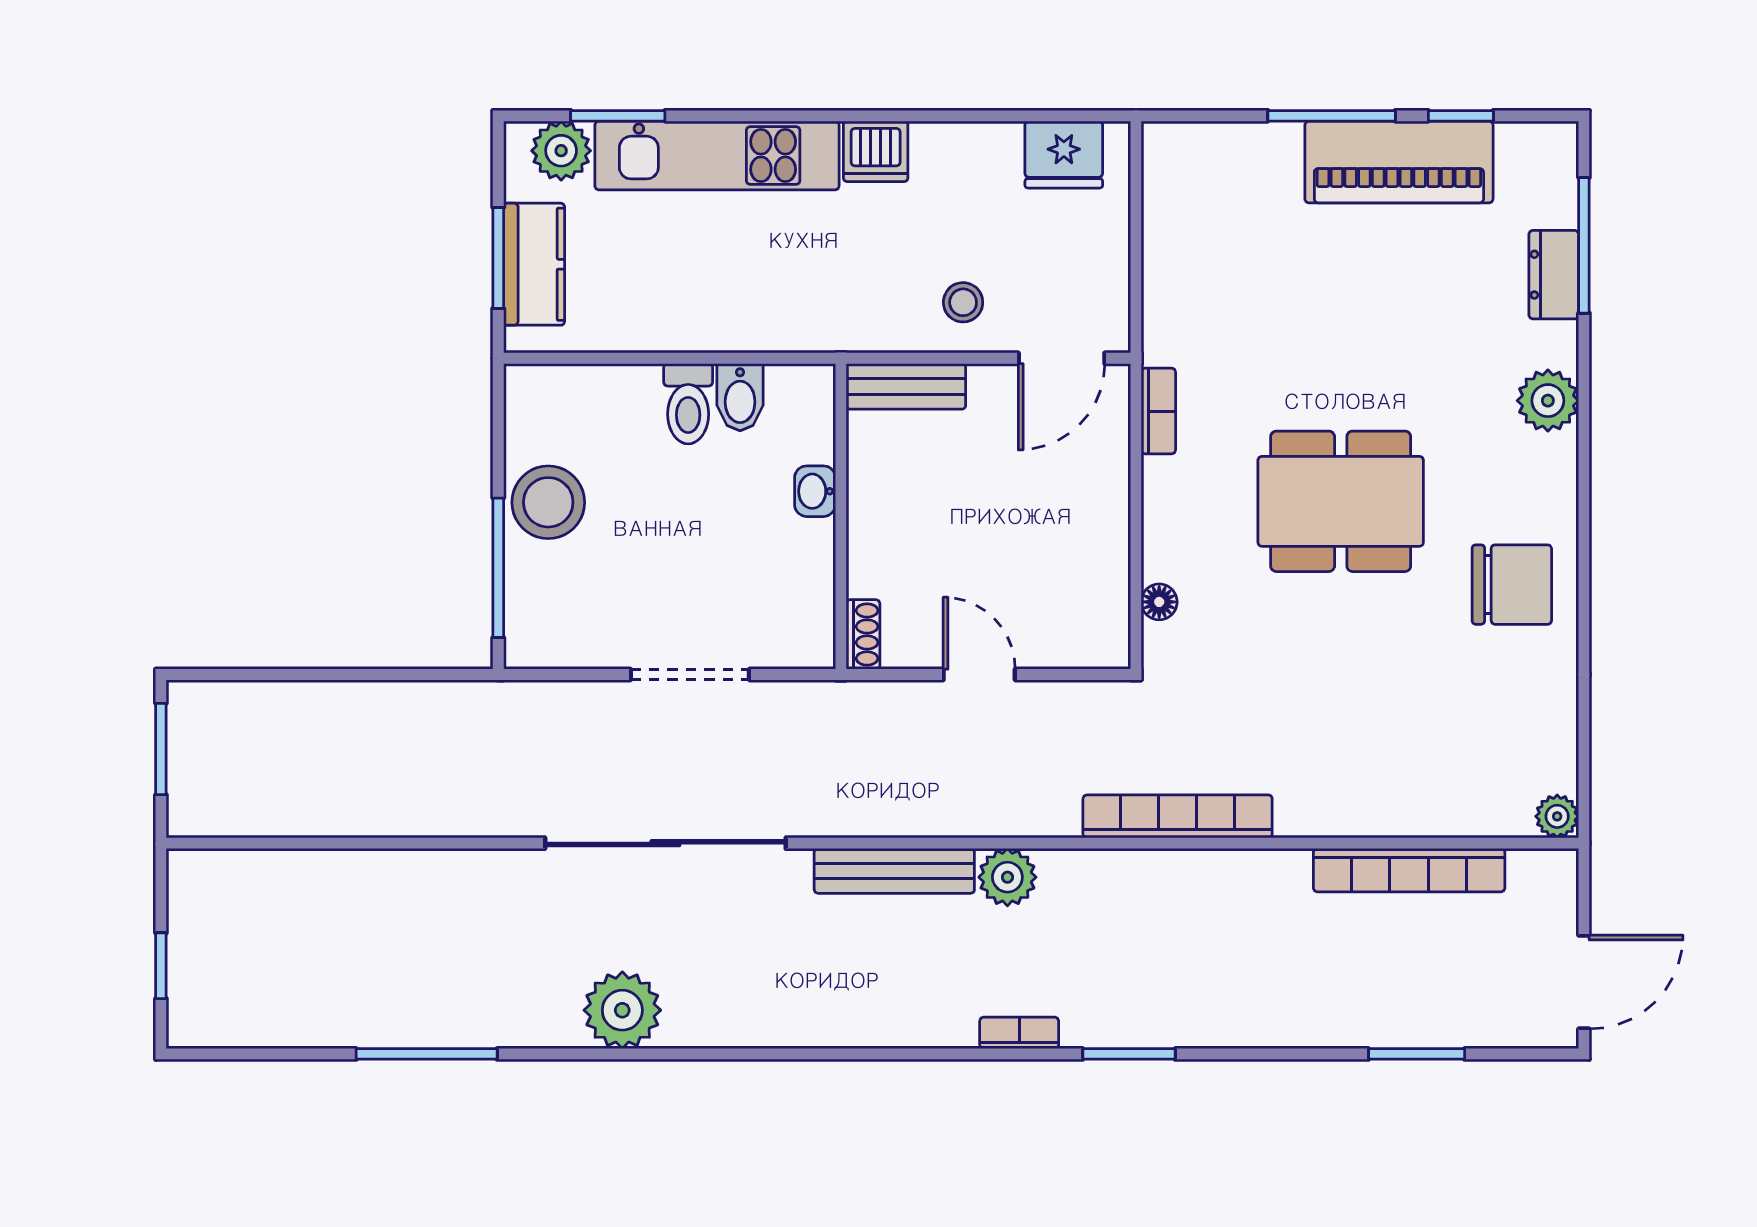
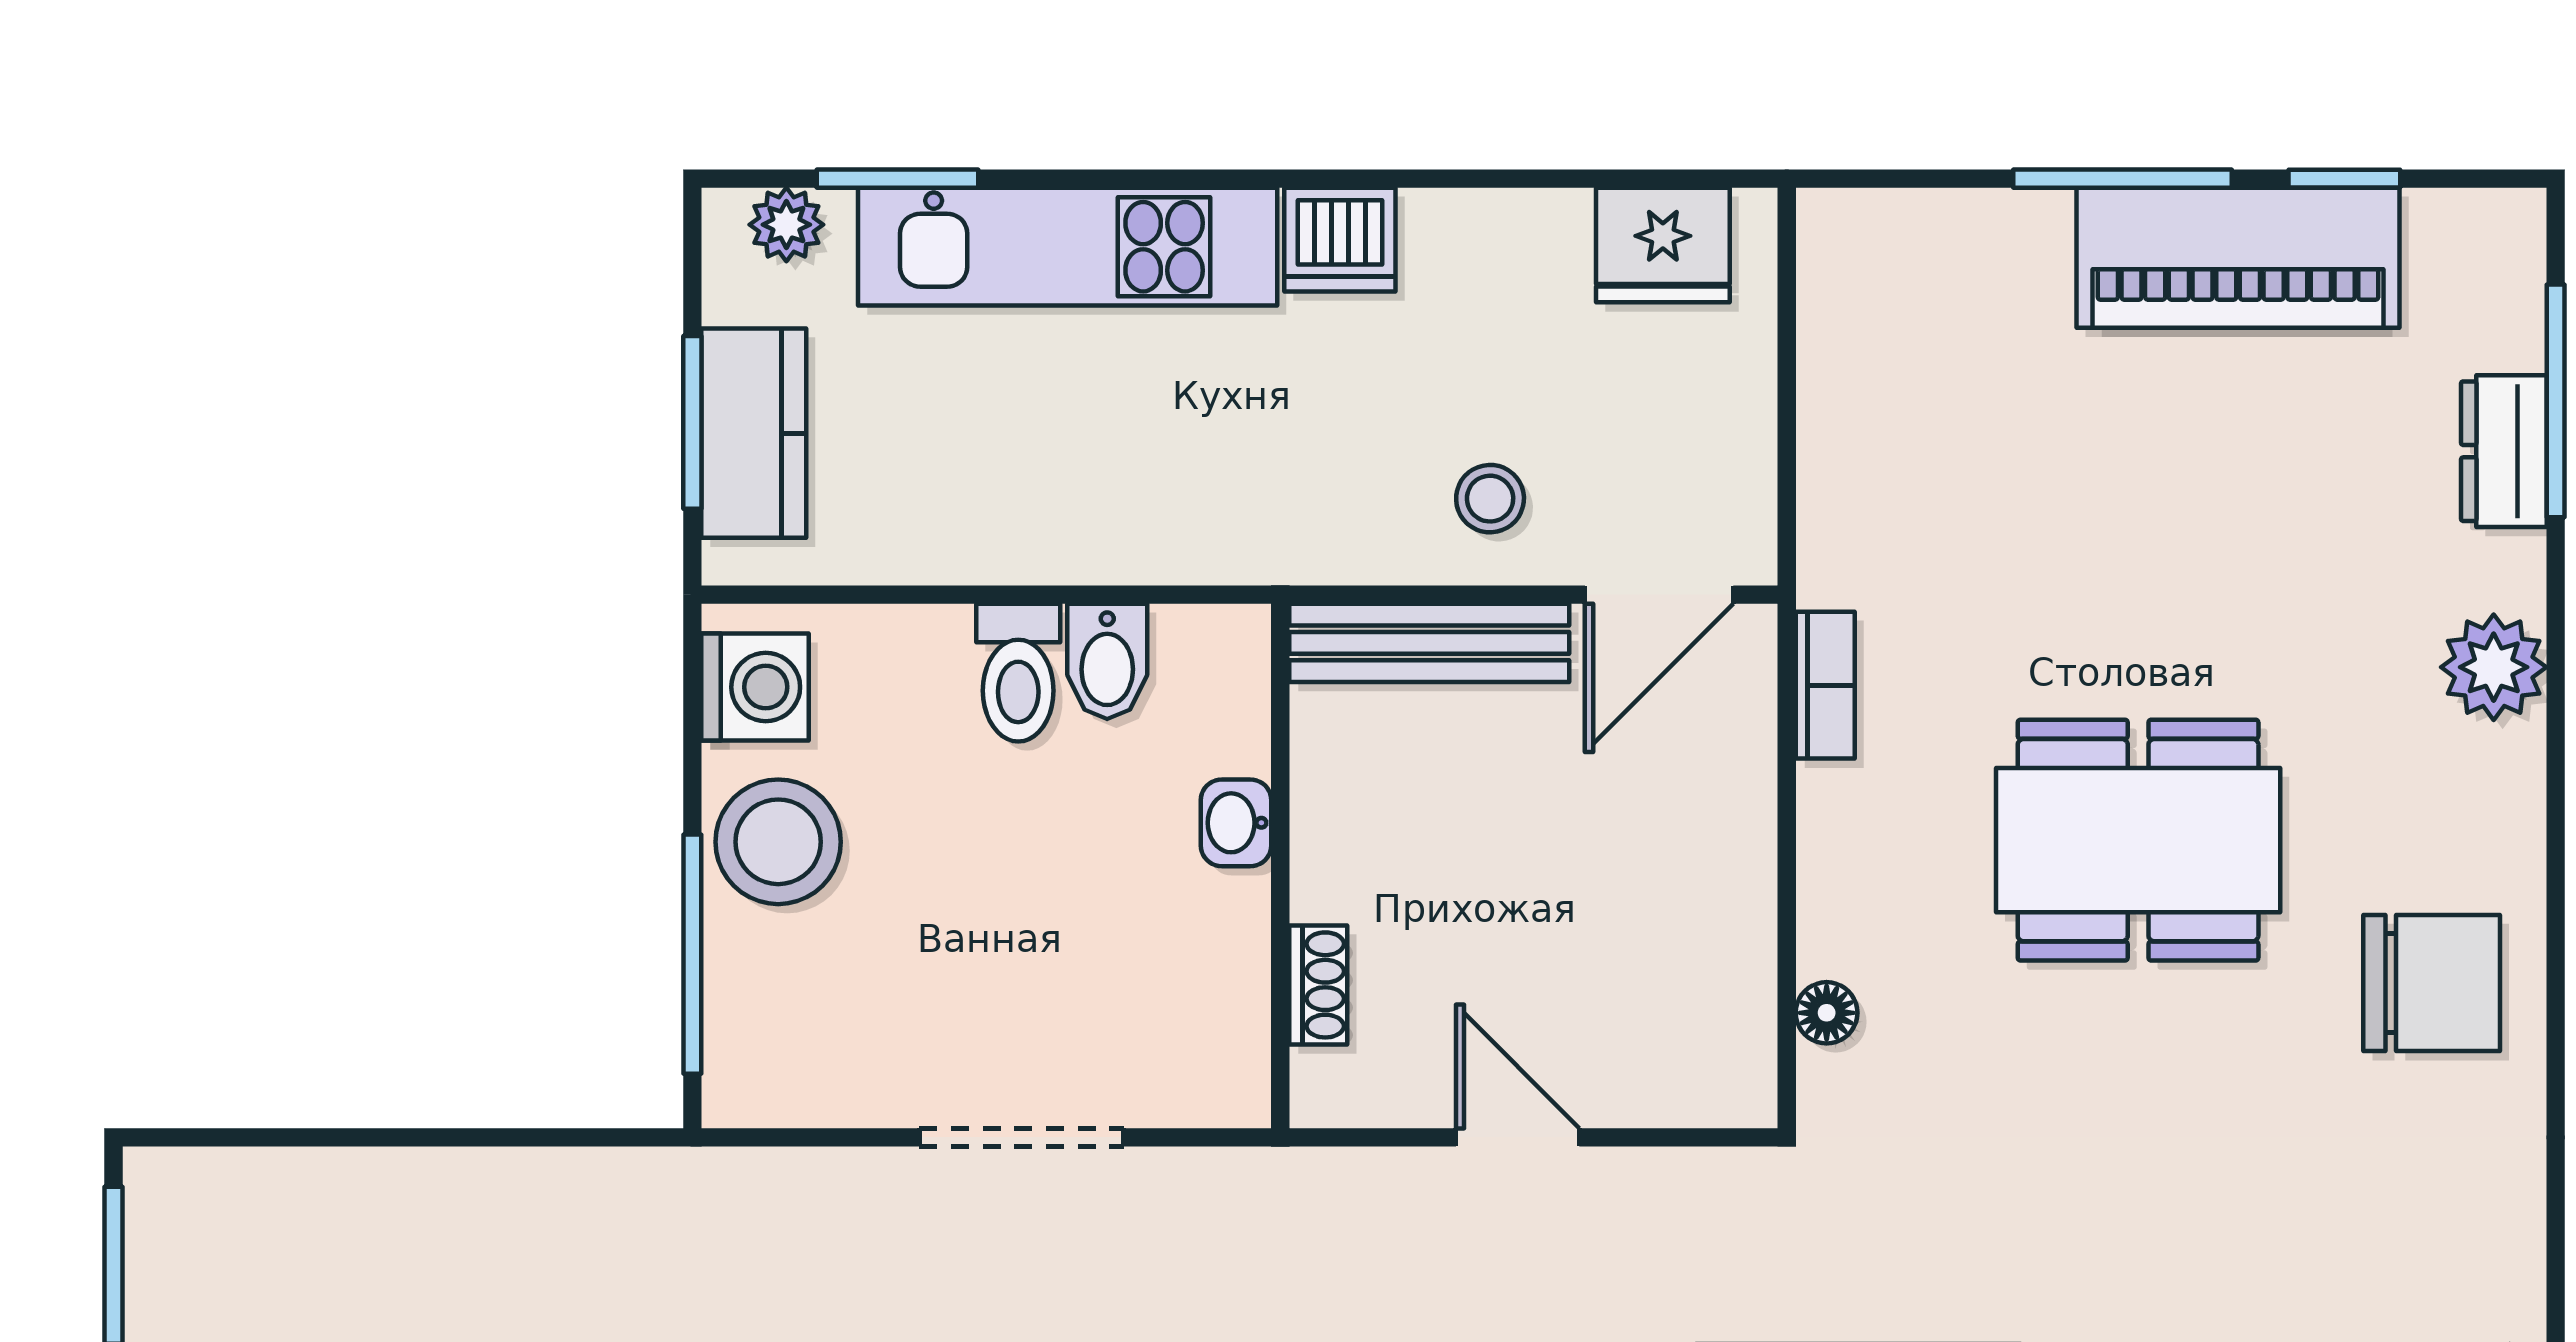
plant: (561, 151) -> (786, 225), width x0.73, depth x0.73
bench: (906, 386) -> (1429, 643), width x1.36
washing machine: (535, 412) -> (755, 687), added
shoe rack: (863, 634) -> (1318, 985), moved

